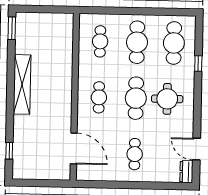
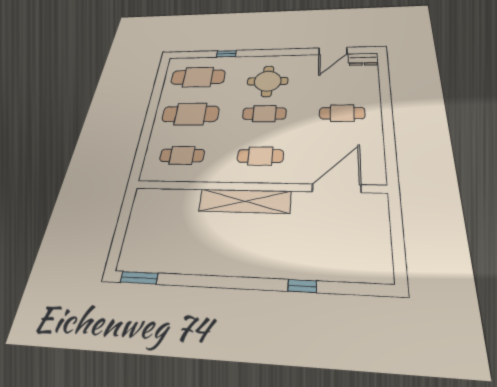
shelving: (22, 84) -> (245, 201), moved
cafe table: (136, 98) -> (264, 114), width x0.73, depth x0.74
window: (9, 151) -> (302, 286), moved

